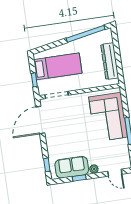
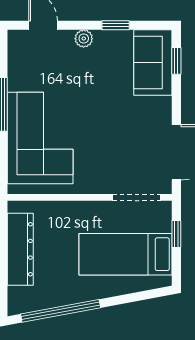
sofa: (72, 167) -> (153, 62), moved, turned 90

